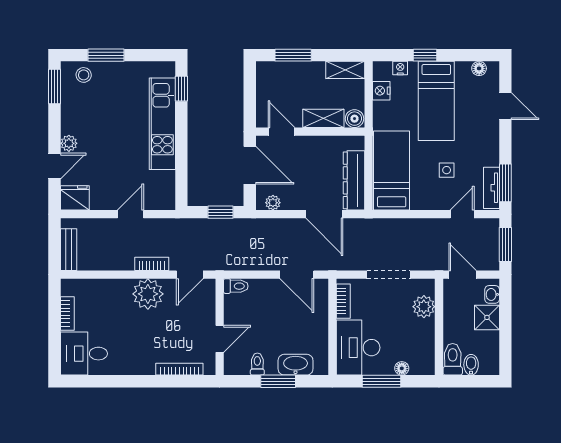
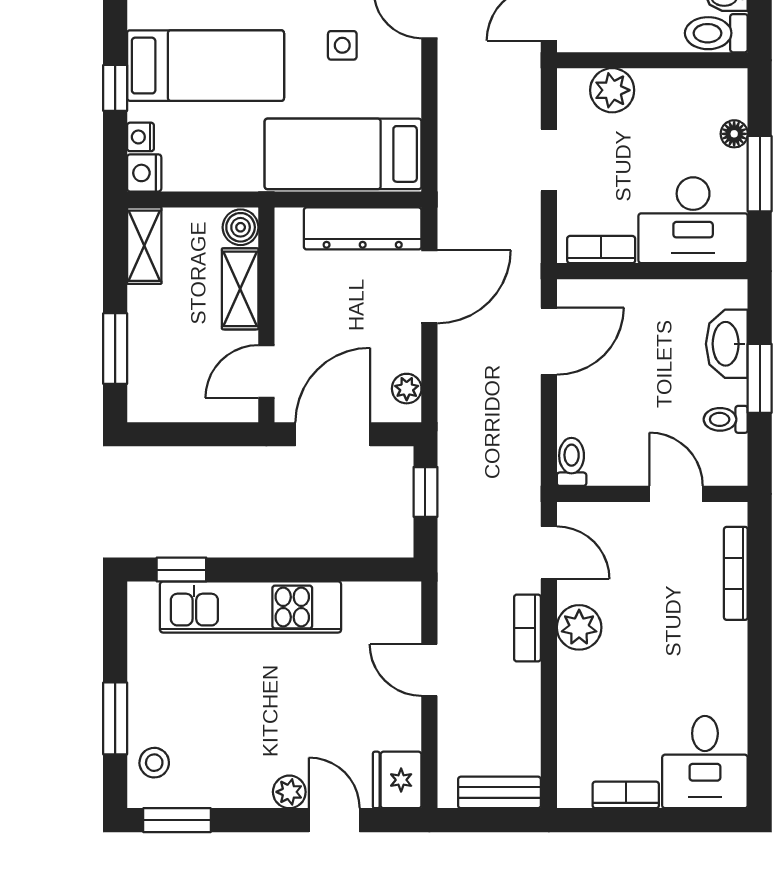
nightstand: (381, 91) -> (144, 173), moved, turned 90
doorway: (389, 275) -> (549, 160), width x0.73
plant: (148, 294) -> (579, 627), width x0.73, depth x0.73

